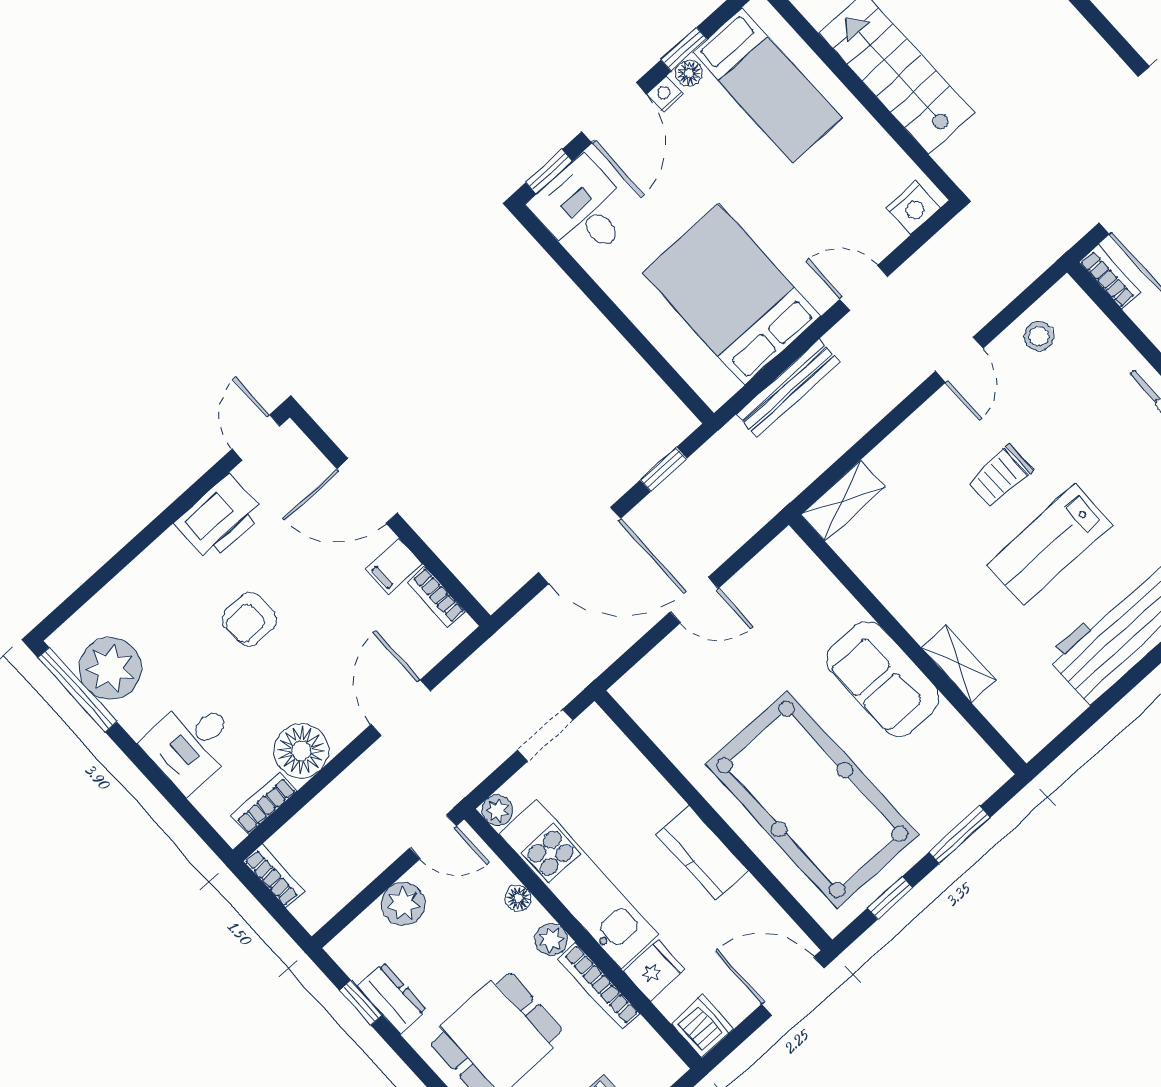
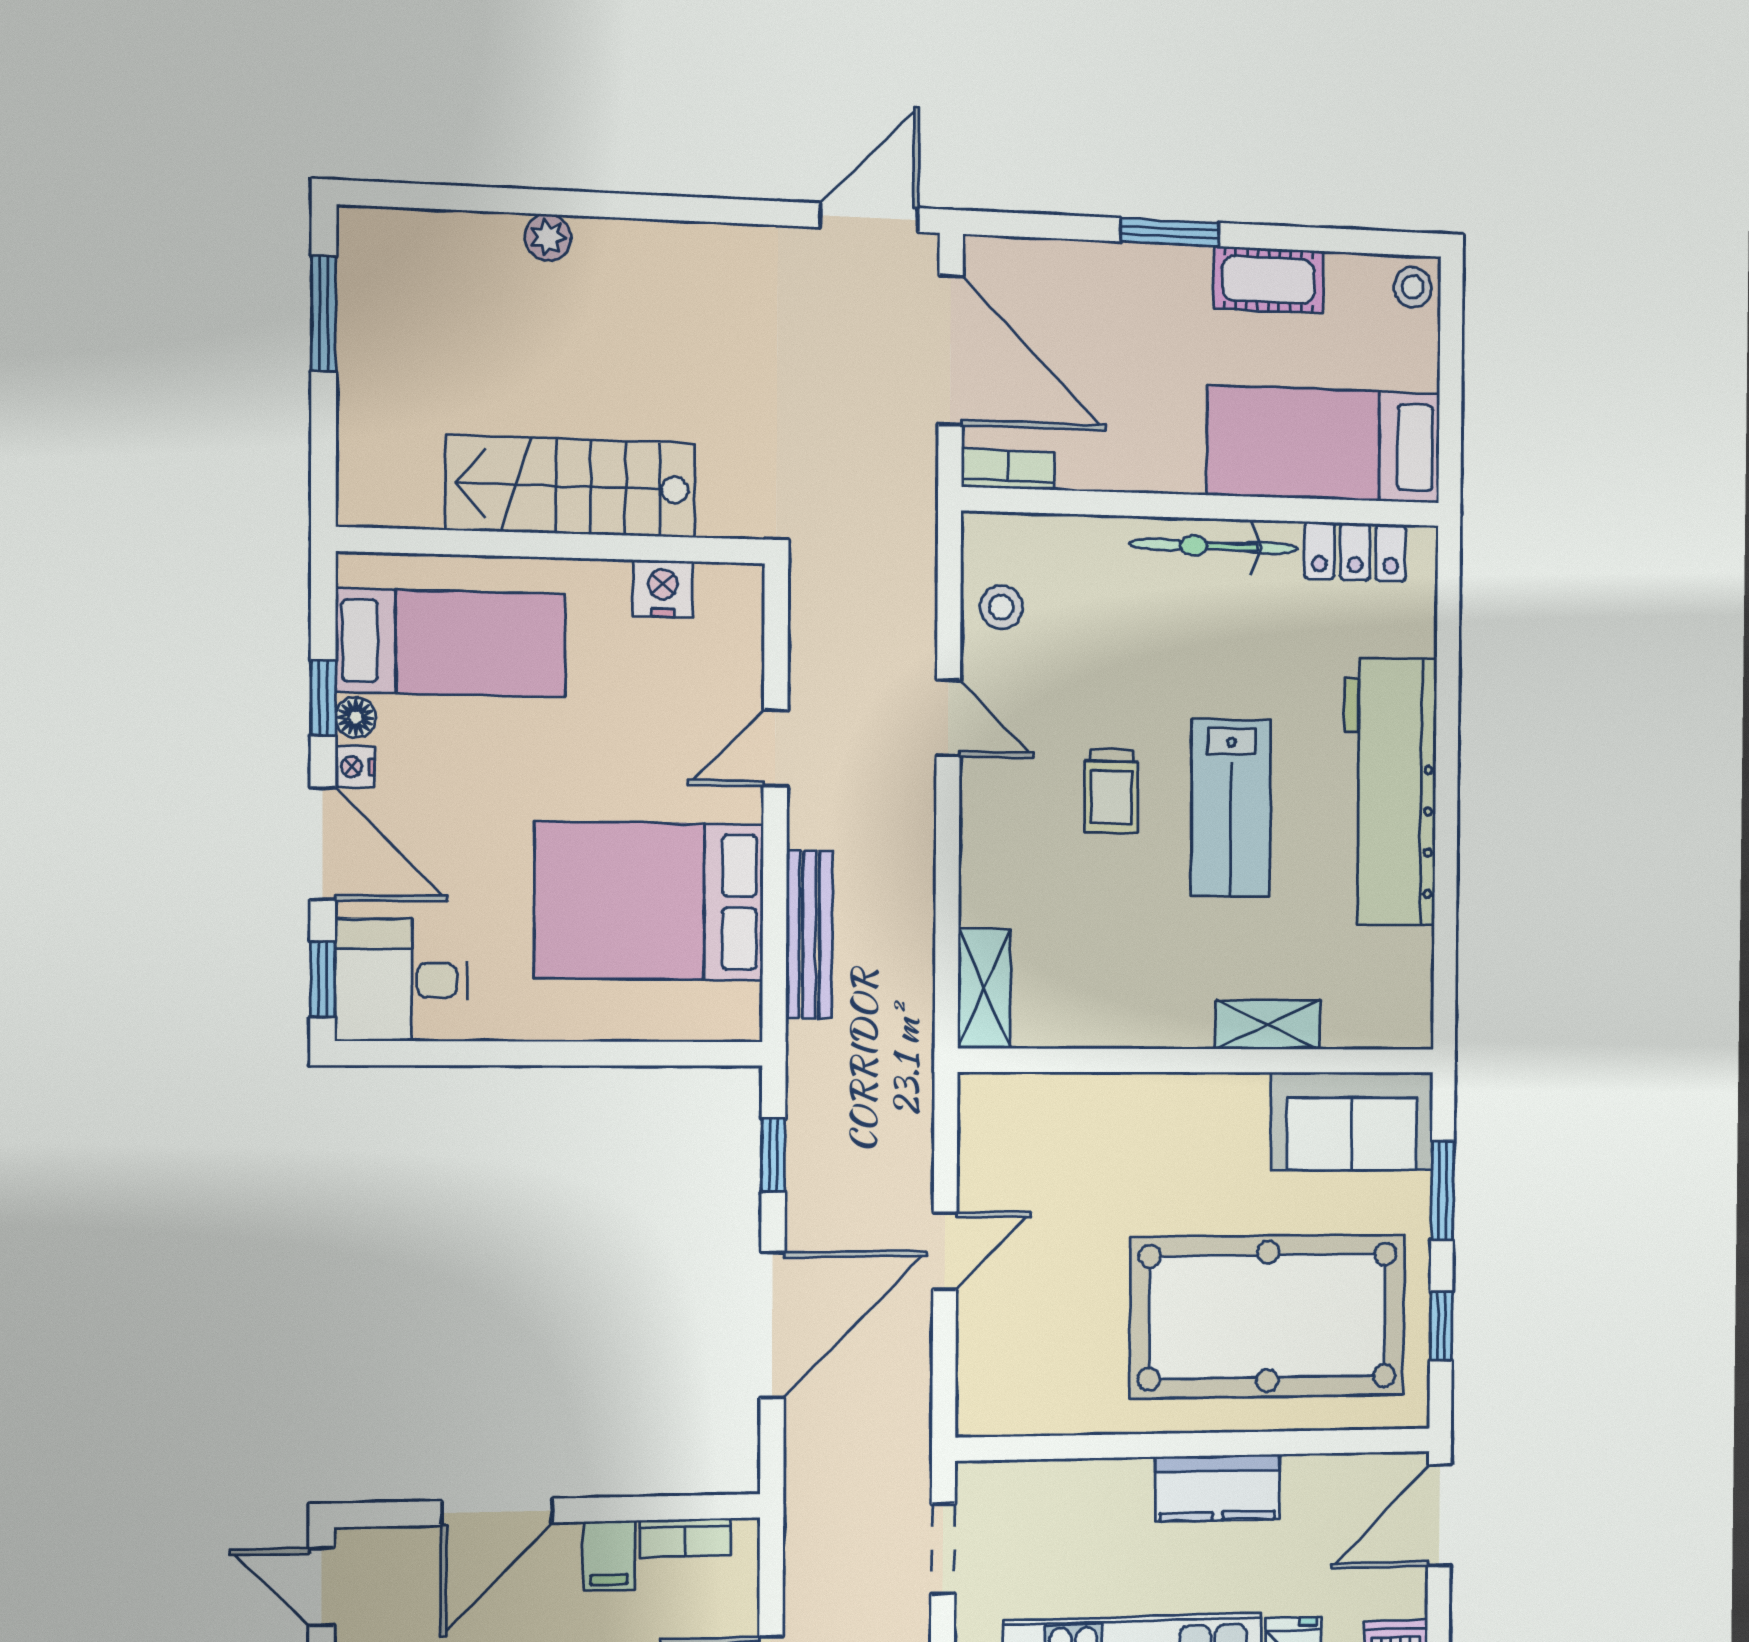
nightstand: (913, 208) -> (663, 589), moved, turned -90
sofa: (883, 679) -> (1352, 1121), moved

